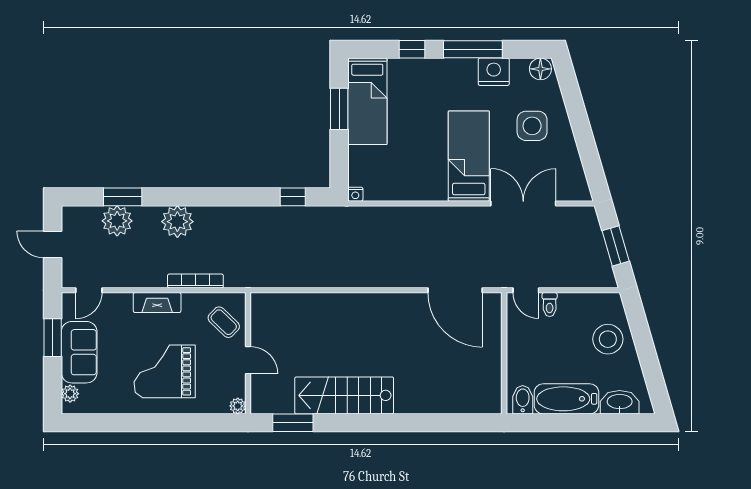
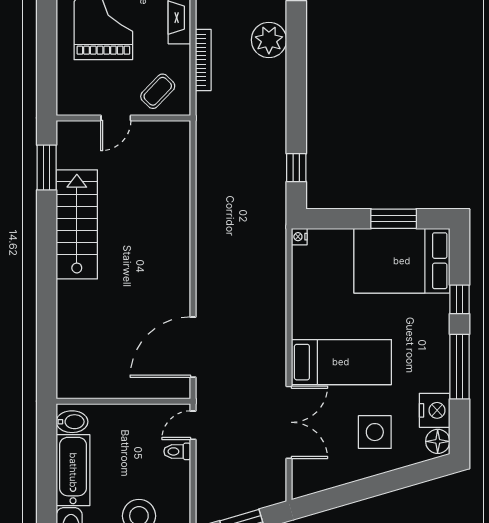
nightstand: (494, 72) -> (435, 410), moved
bed: (367, 101) -> (402, 261), width x1.50
plant: (238, 406) -> (65, 107), removed

